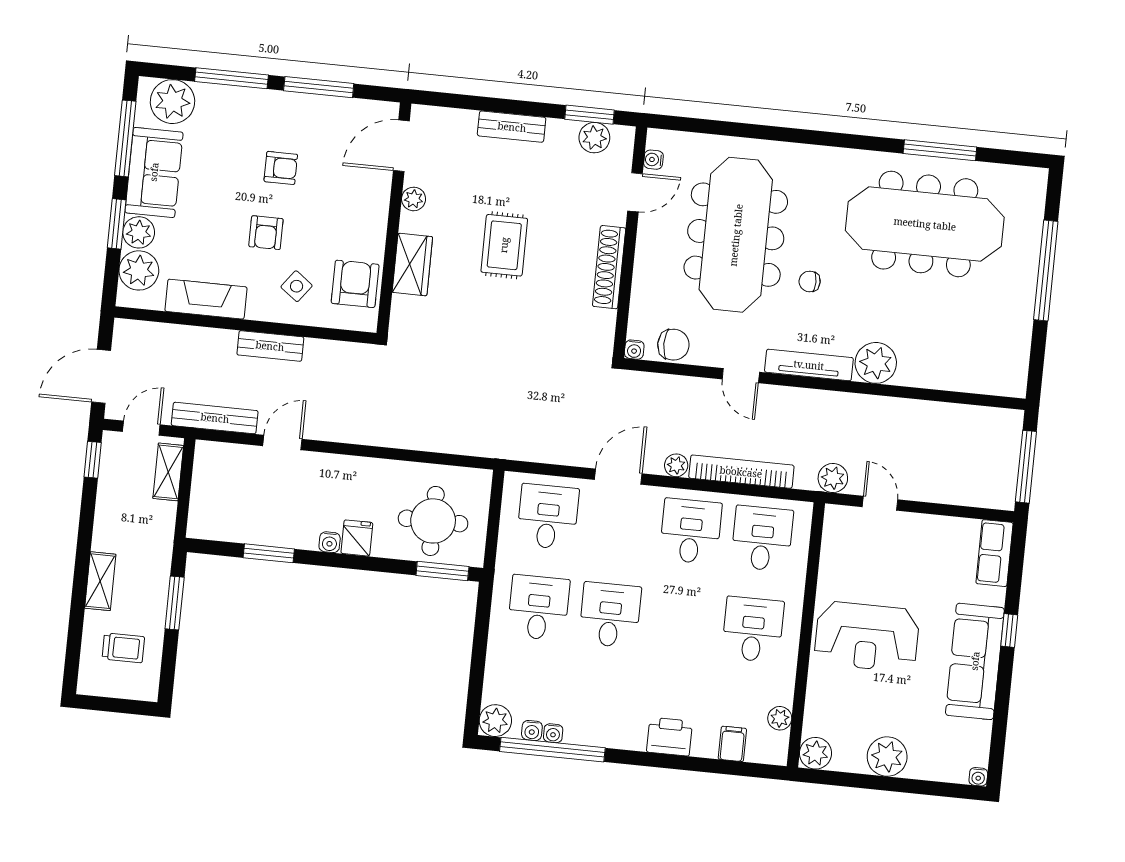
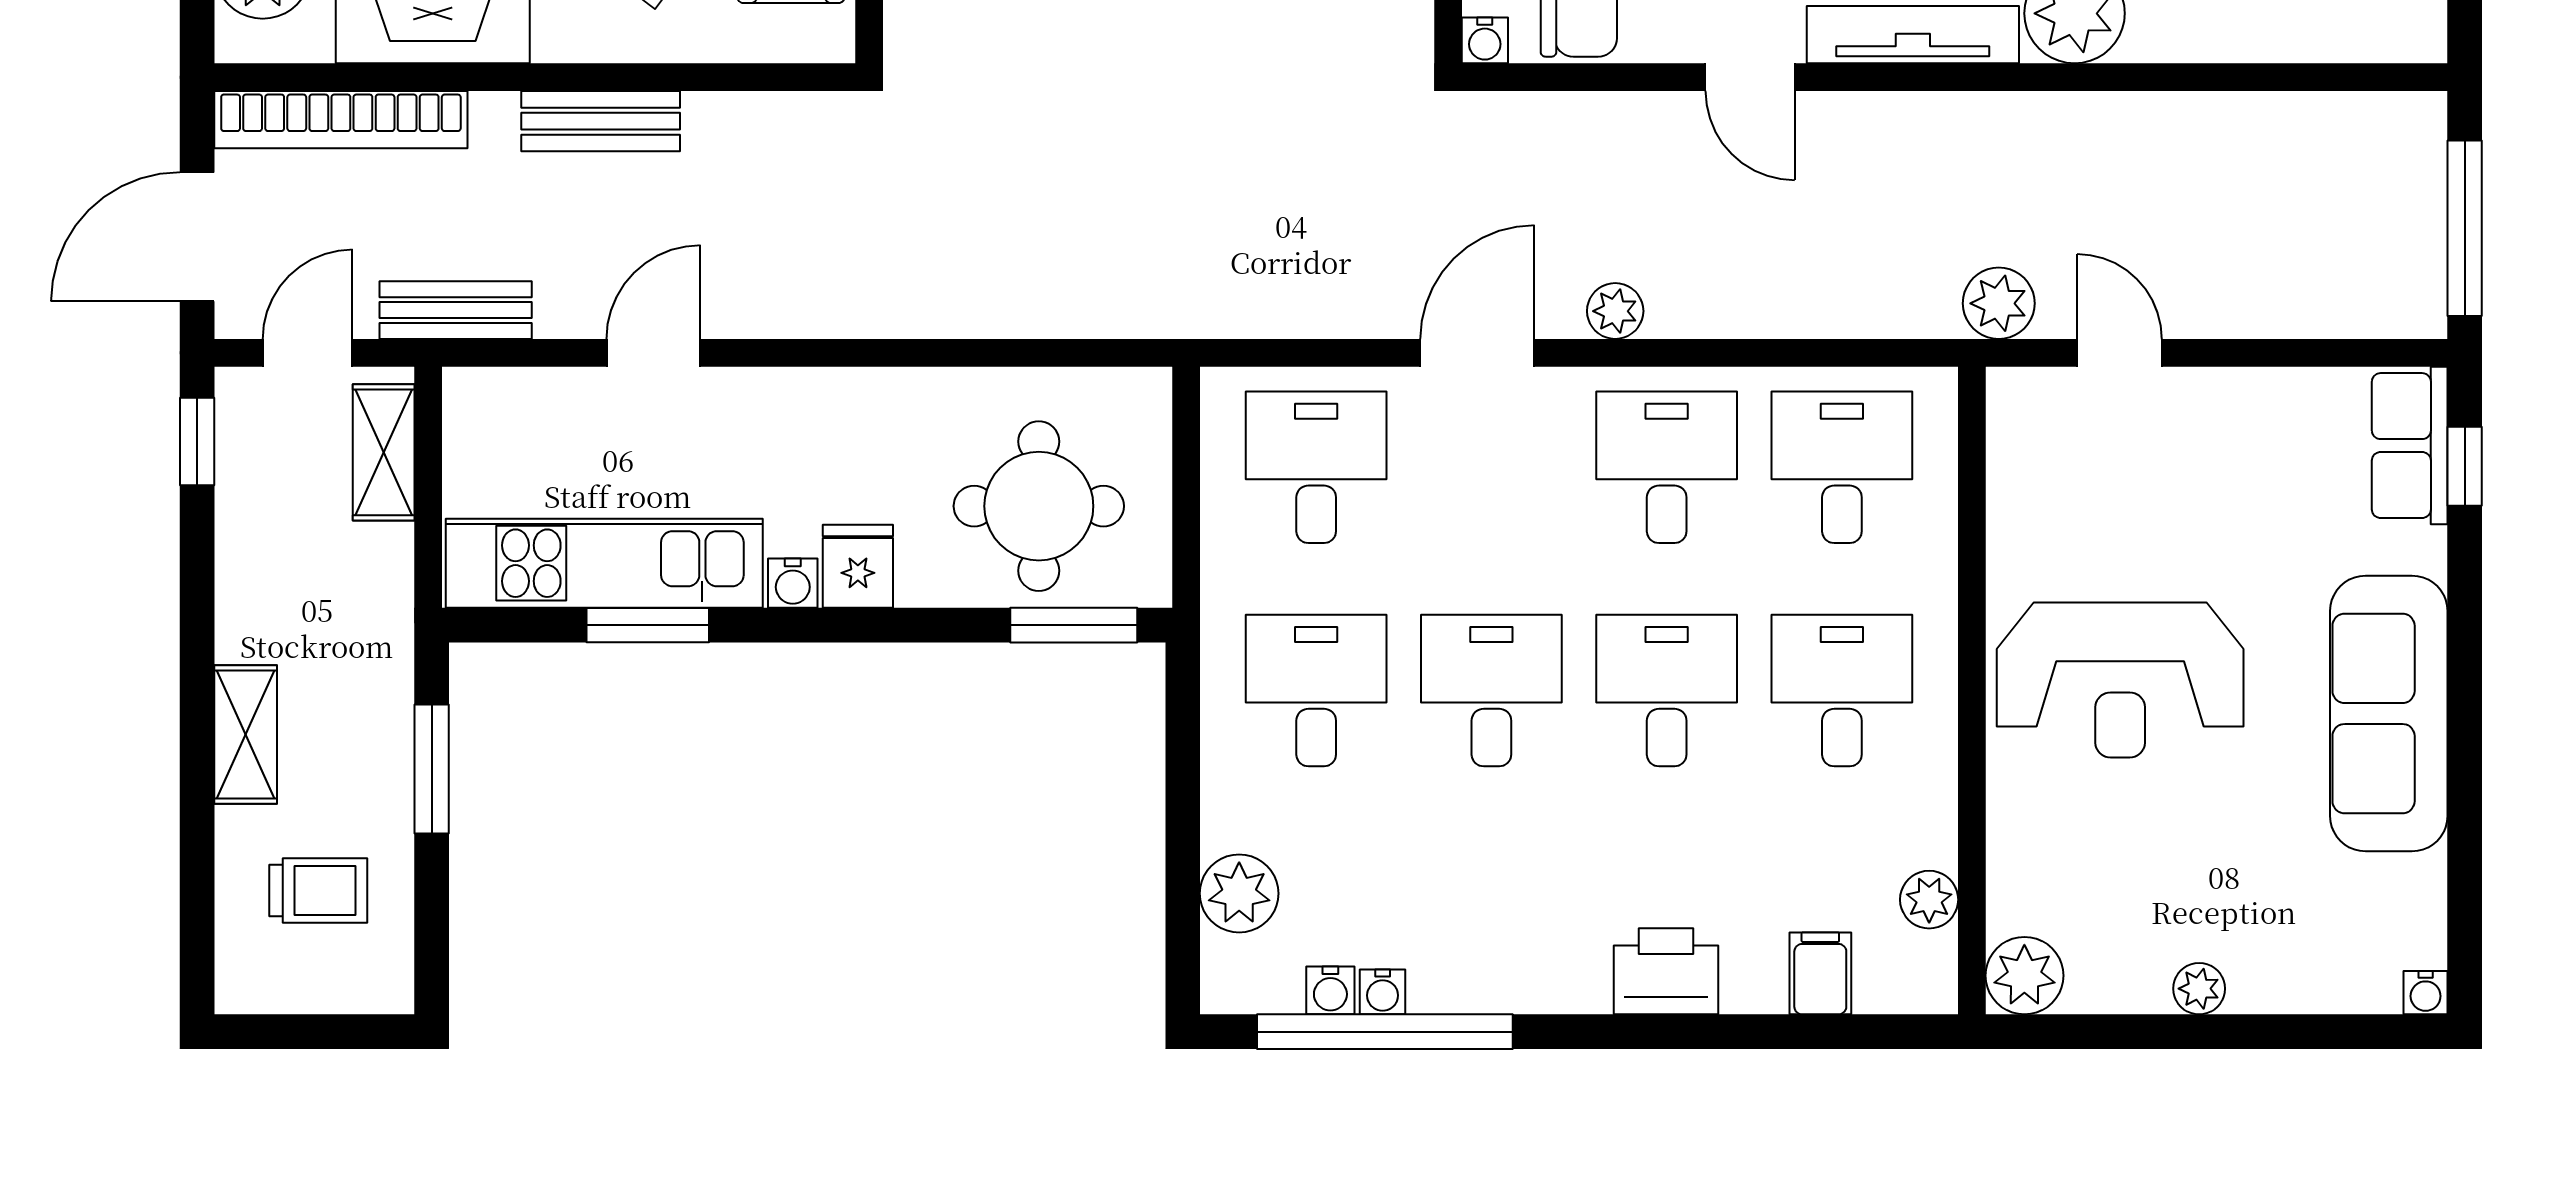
bench: (215, 418) -> (456, 310), width x0.73
bookcase: (741, 472) -> (341, 120), moved, turned 180
kitchen unit: (254, 526) -> (604, 563), added
desk: (681, 622) -> (1667, 691), added
window: (1009, 630) -> (2465, 466), moved
plant: (495, 721) -> (1239, 893), moved
plant: (887, 757) -> (2199, 989), width x0.53, depth x0.53

